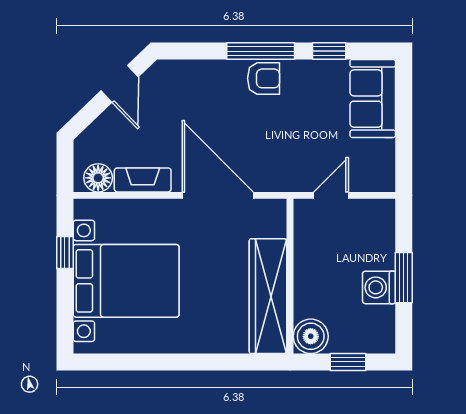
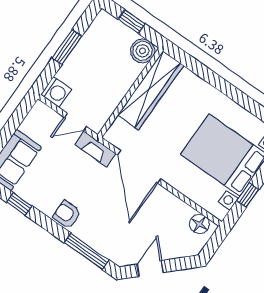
window: (261, 51) -> (87, 251), moved
fireplace: (143, 180) -> (95, 149), moved
washing machine: (379, 287) -> (56, 92), moved

